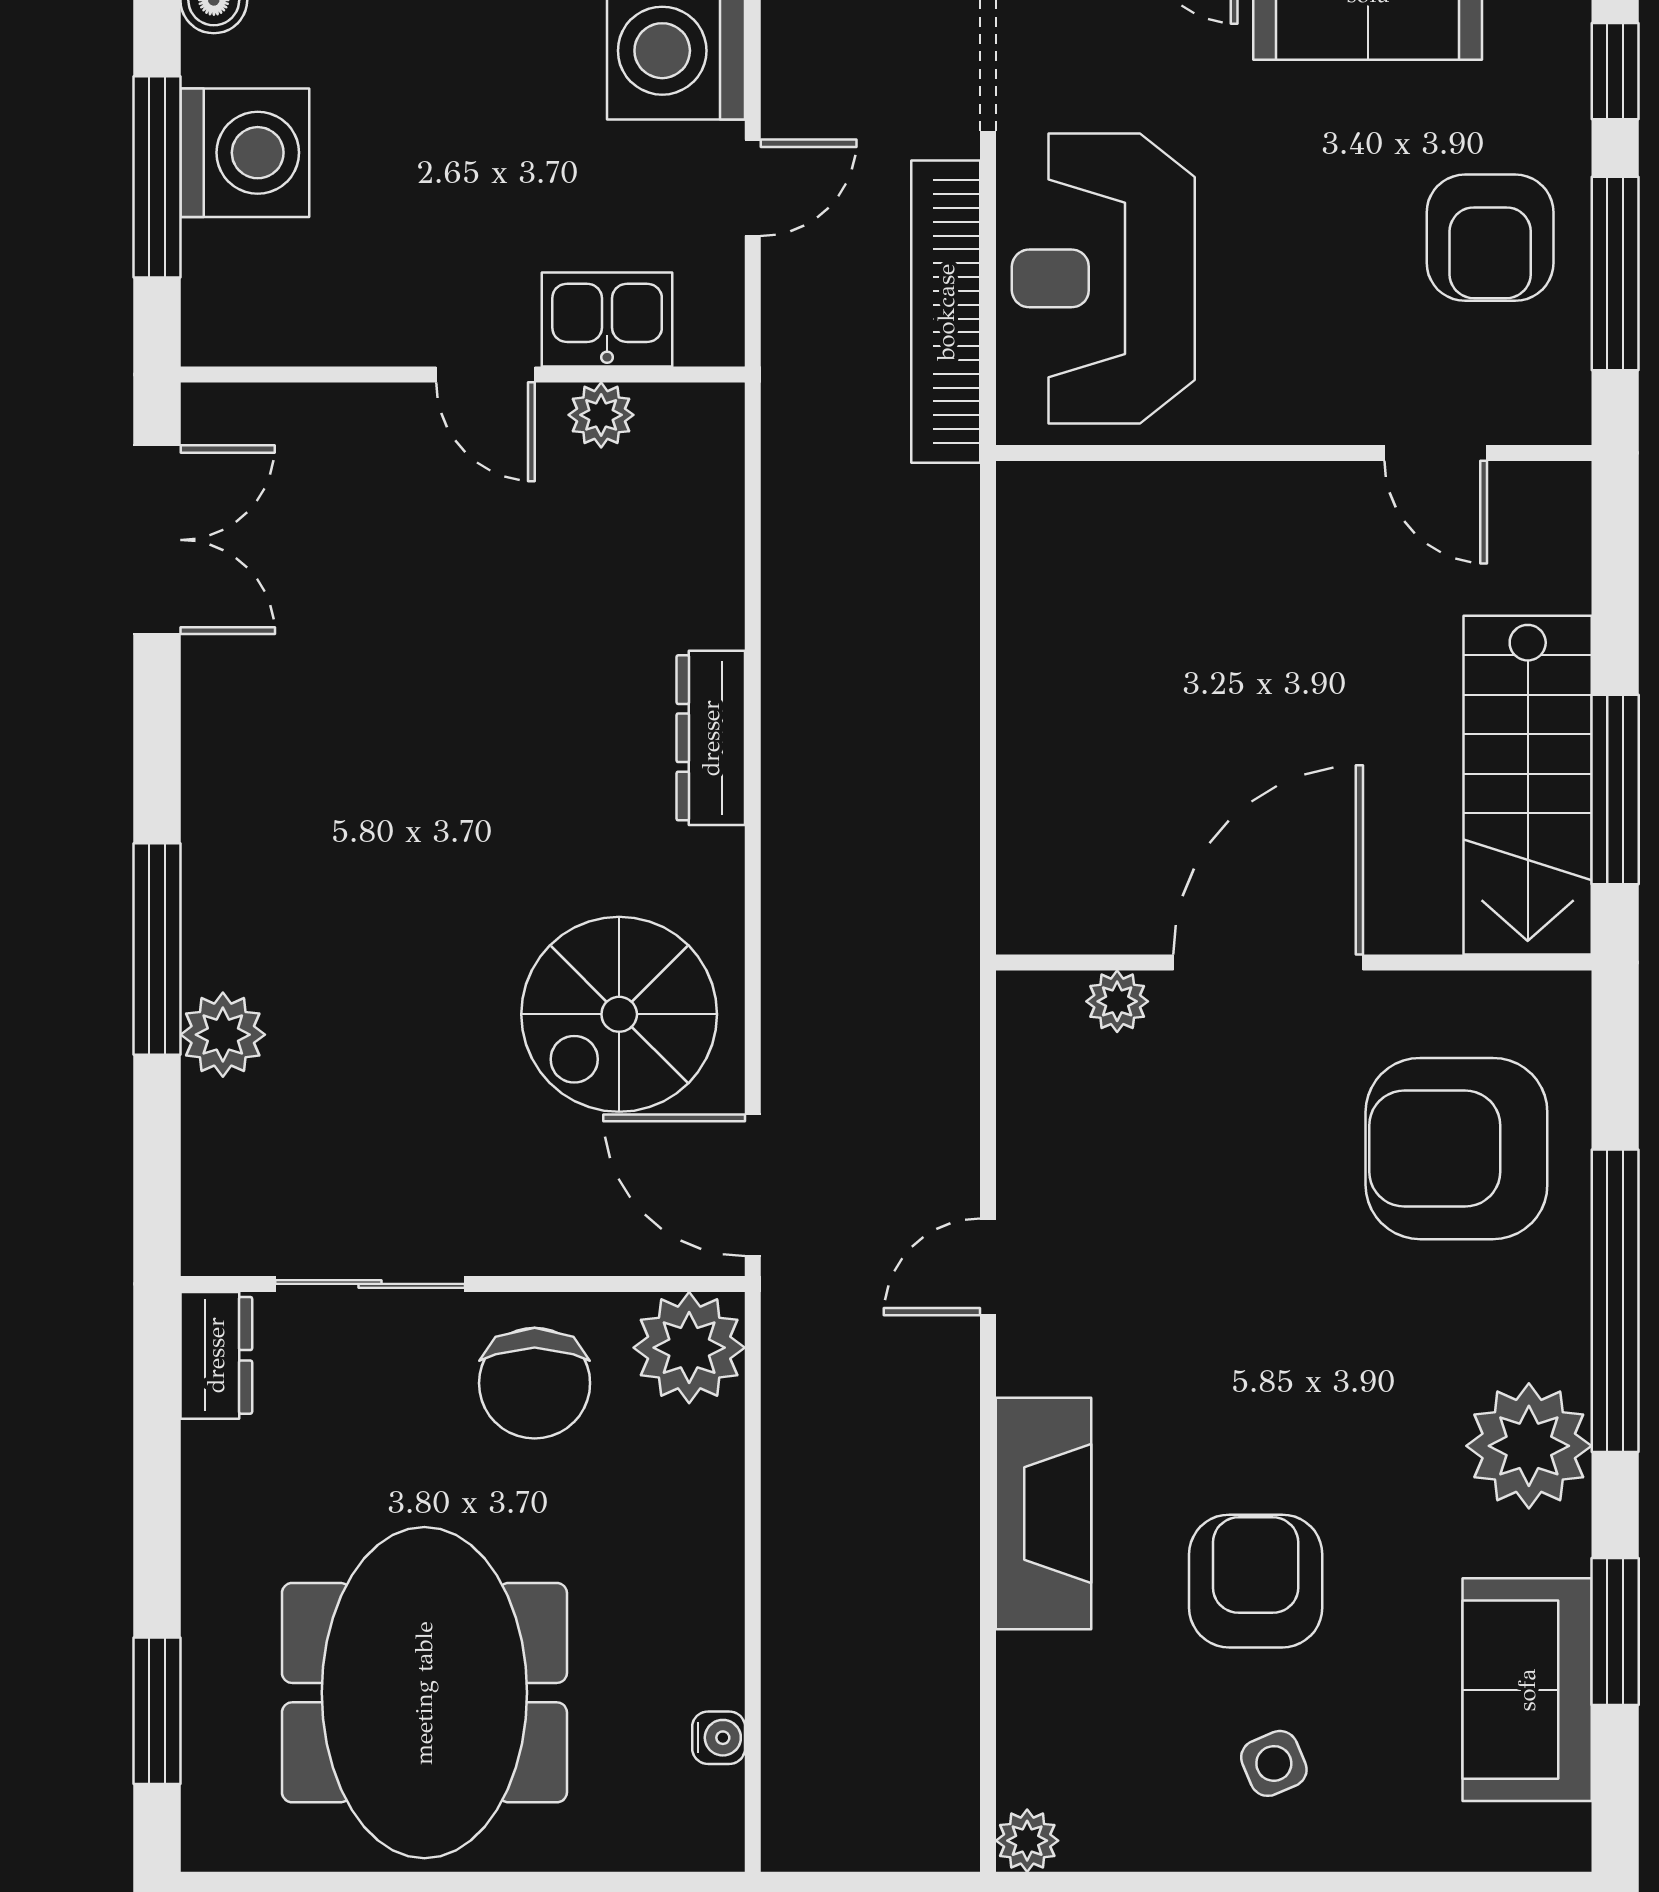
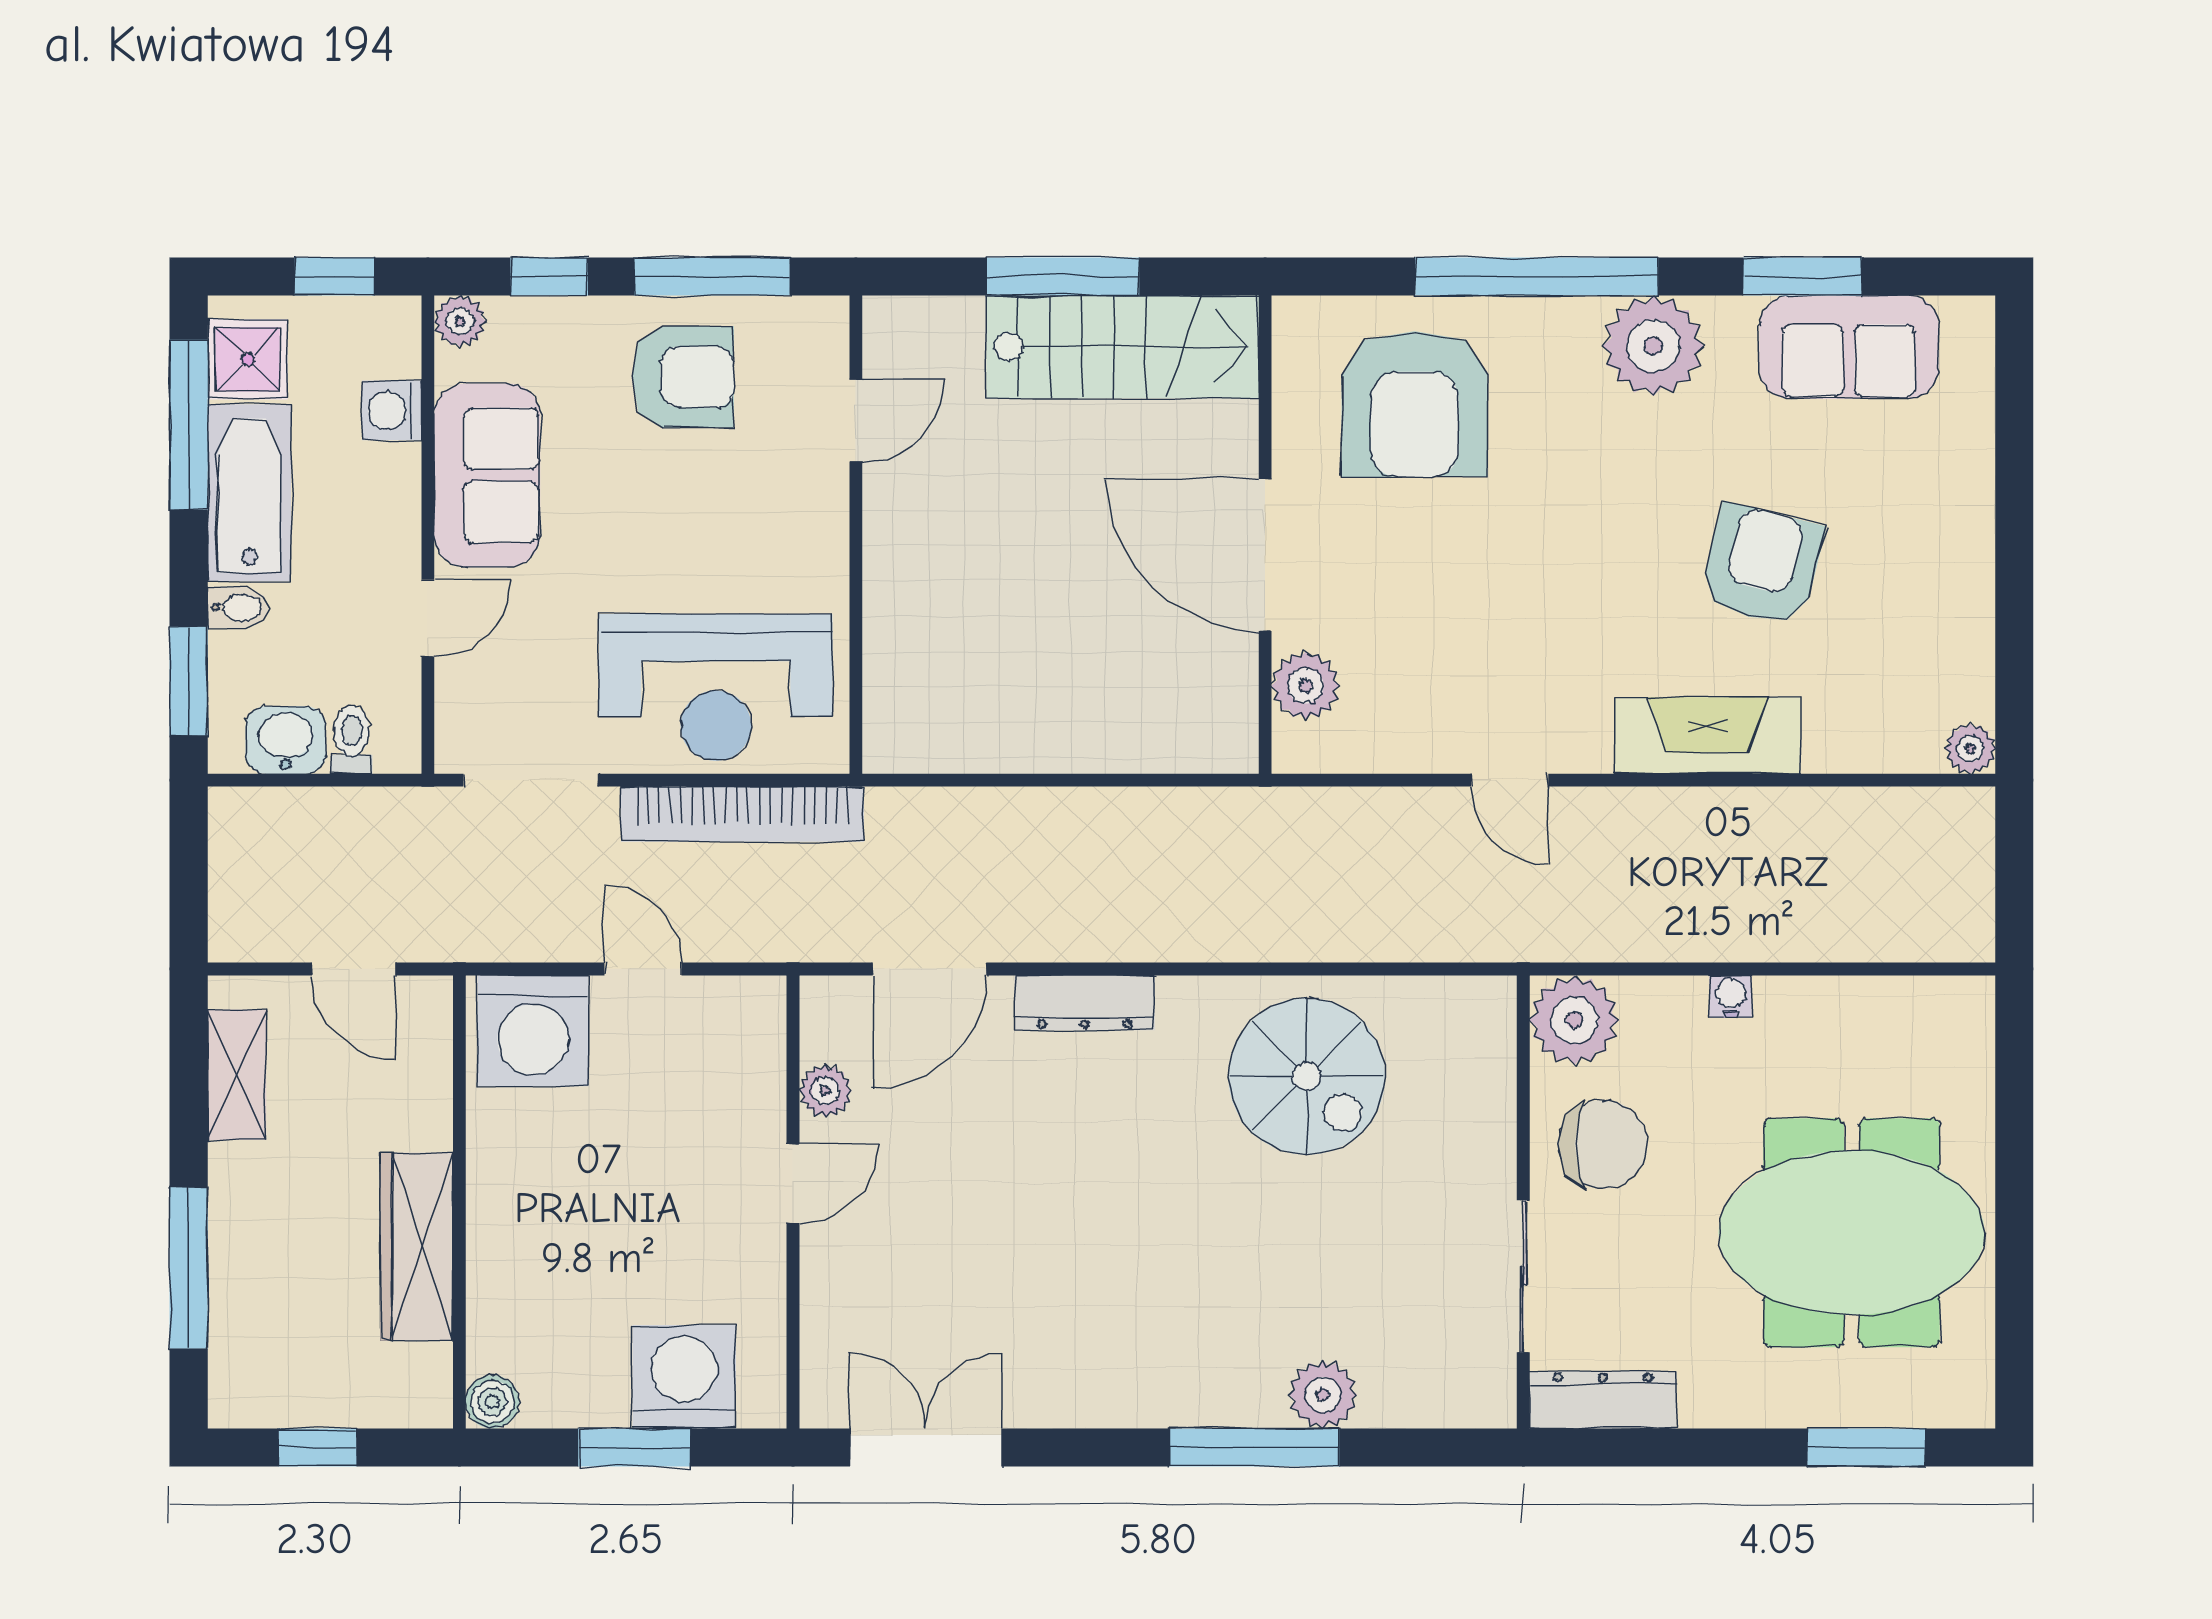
washing machine: (245, 153) -> (684, 1377), moved
window: (157, 177) -> (634, 1447), width x0.69
kitchen sink: (607, 319) -> (749, 1086), removed
window: (1615, 790) -> (1063, 276), moved
plant: (1117, 1001) -> (1306, 686), width x1.38, depth x1.38
door: (753, 1185) -> (930, 969), moved
dresser: (216, 1355) -> (1603, 1400), width x1.44
armchair: (1256, 1581) -> (1762, 565), turned 104
water cooler: (719, 1738) -> (1731, 996), moved
side table: (1274, 1763) -> (1908, 551), removed

